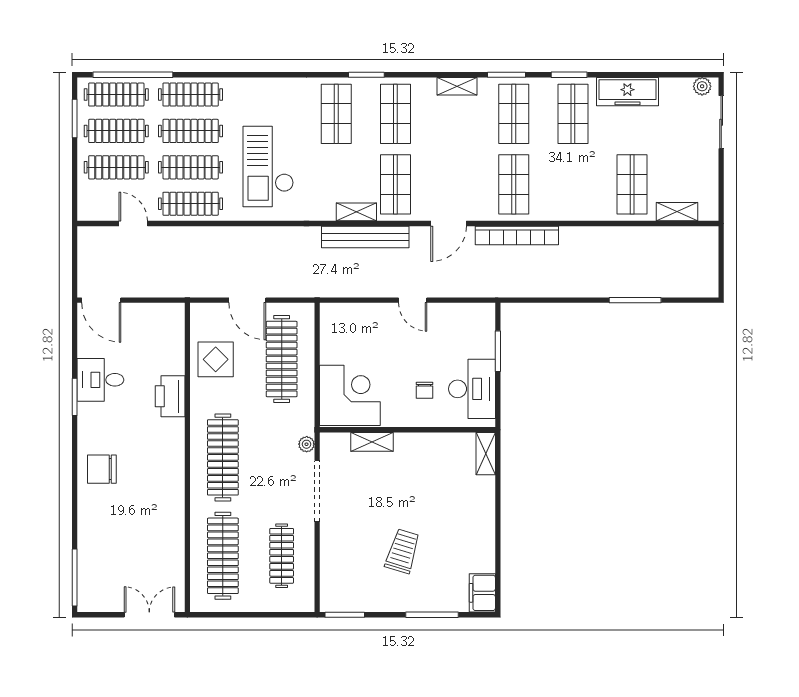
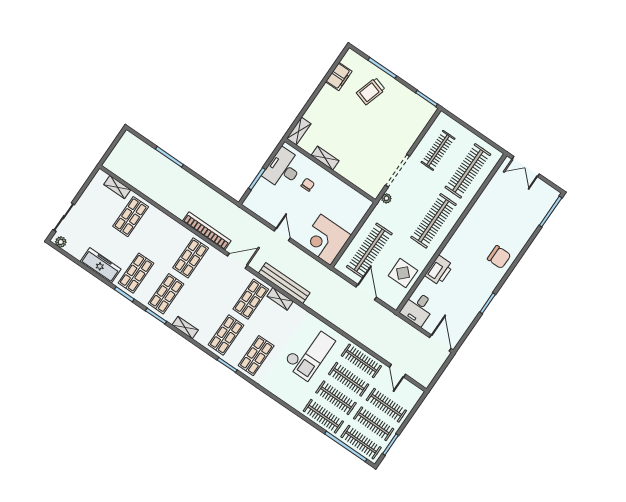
desk: (100, 380) -> (418, 308), moved, turned 90
corner desk: (350, 395) -> (326, 240), moved
shelving: (372, 442) -> (325, 158), moved
trolley: (402, 551) -> (371, 91), moved
filing cabinet: (482, 593) -> (339, 77), moved

